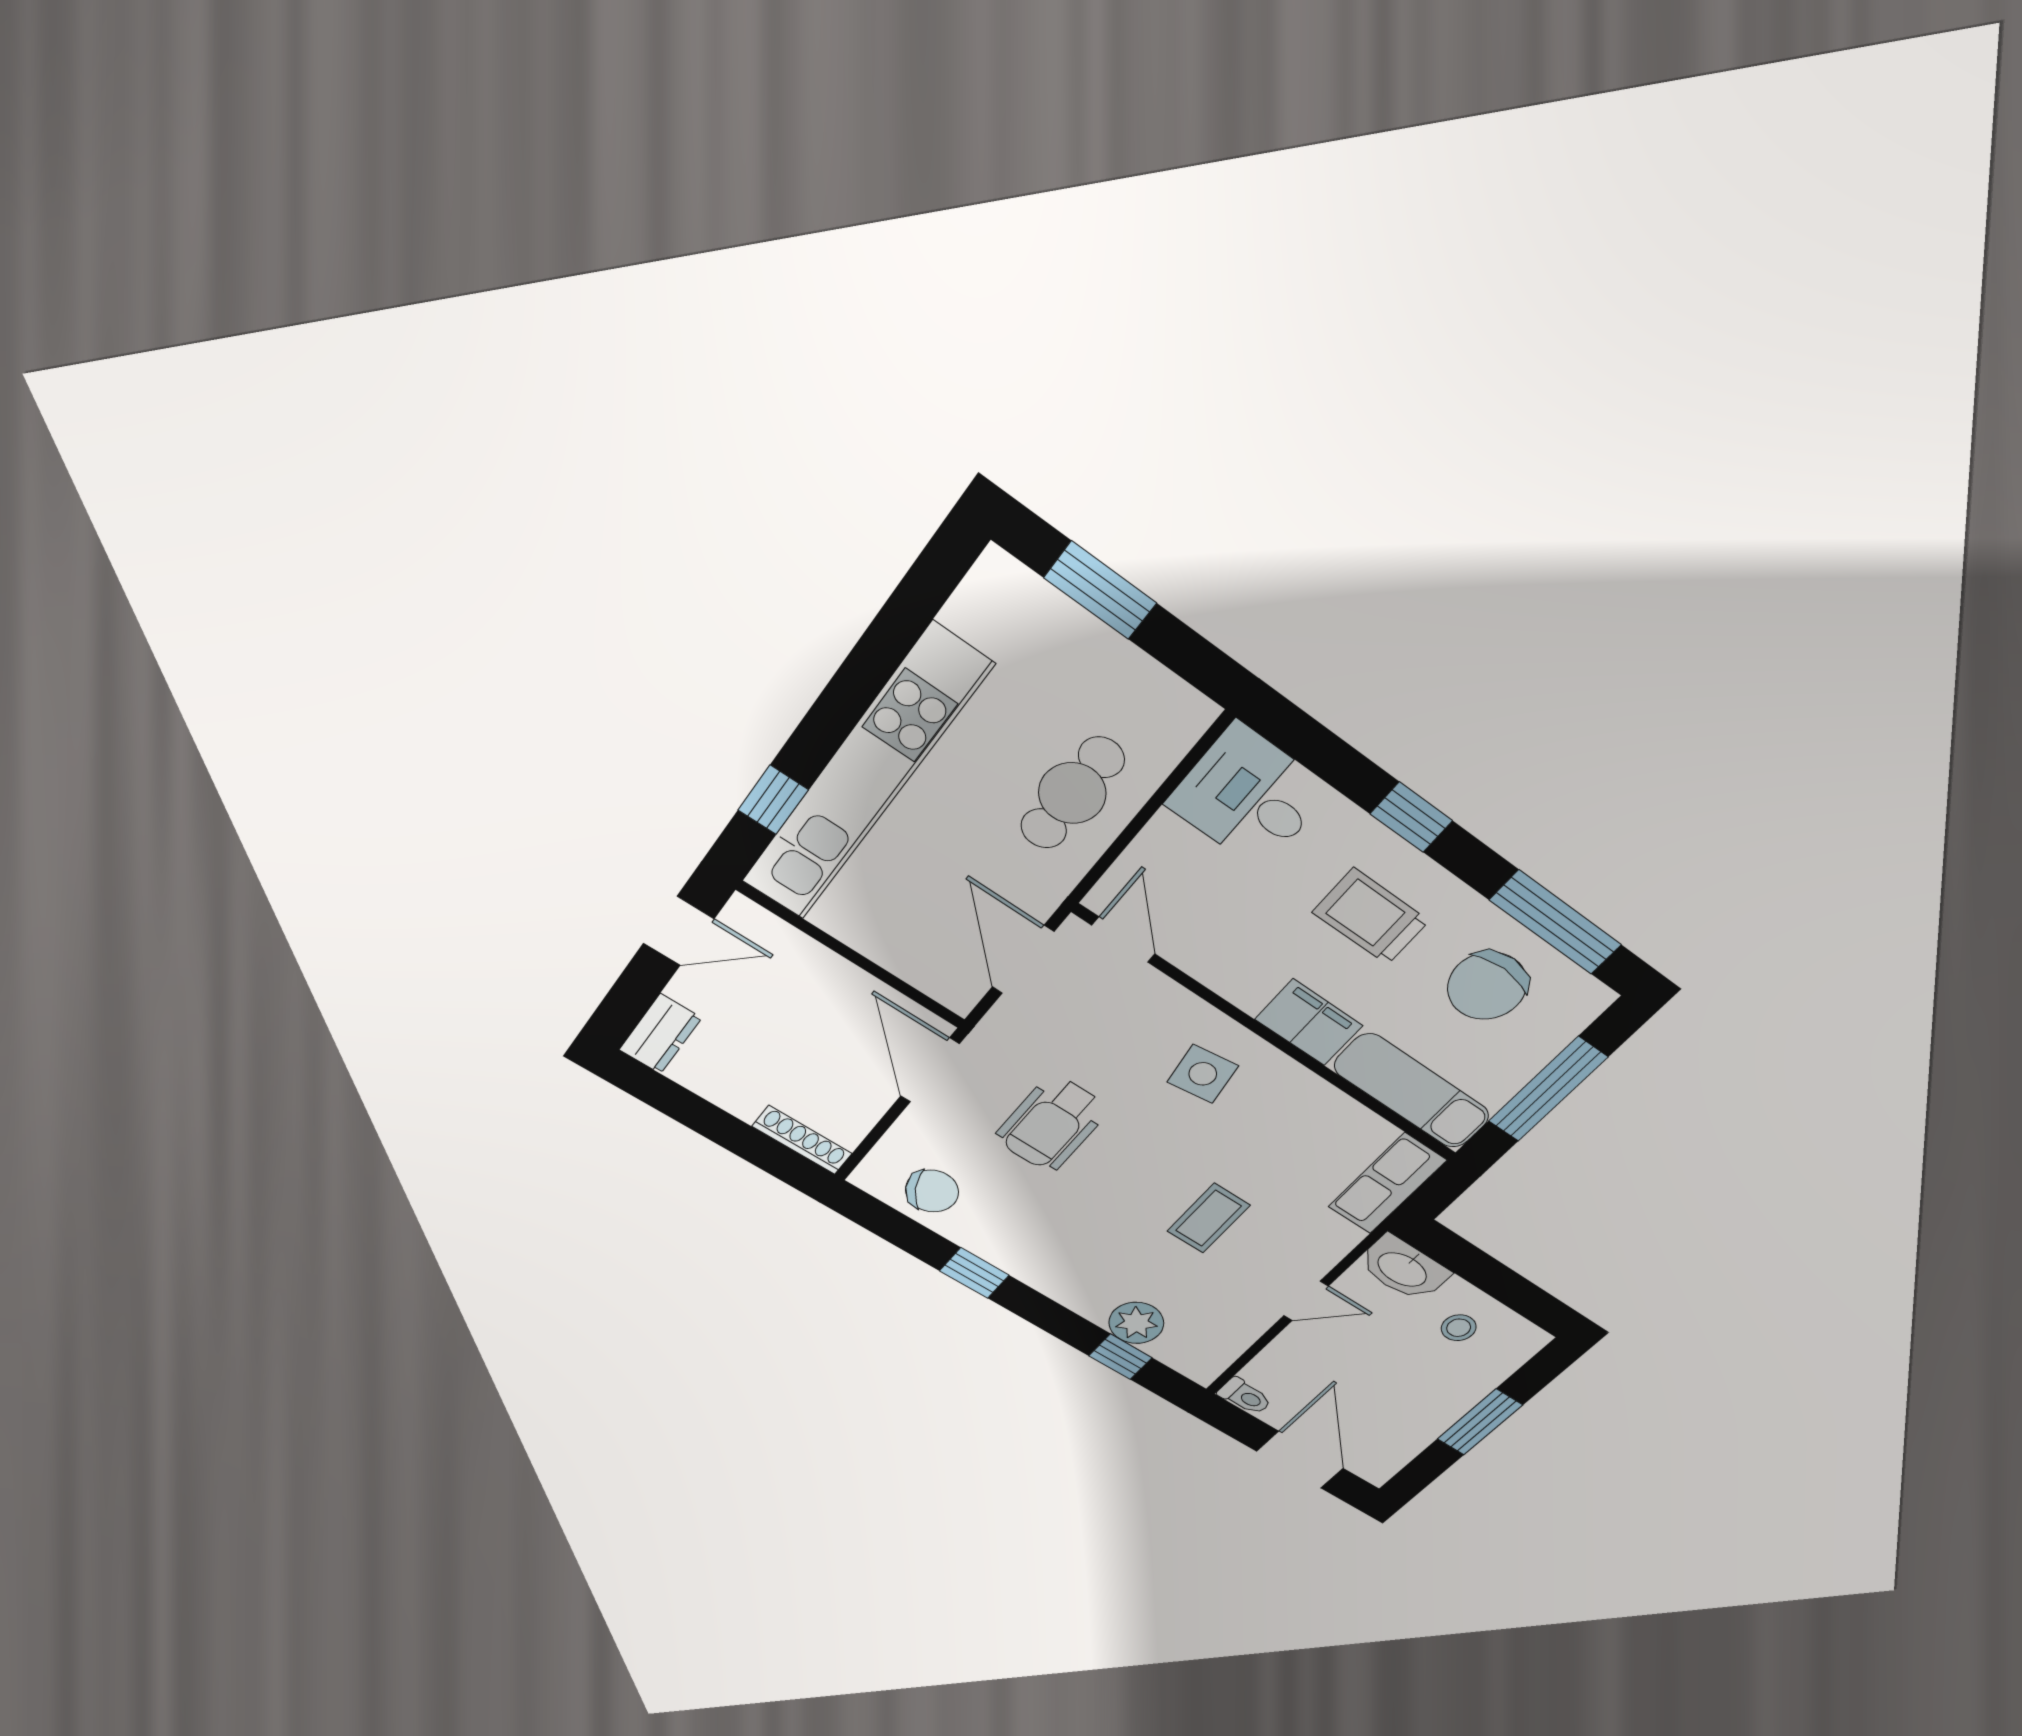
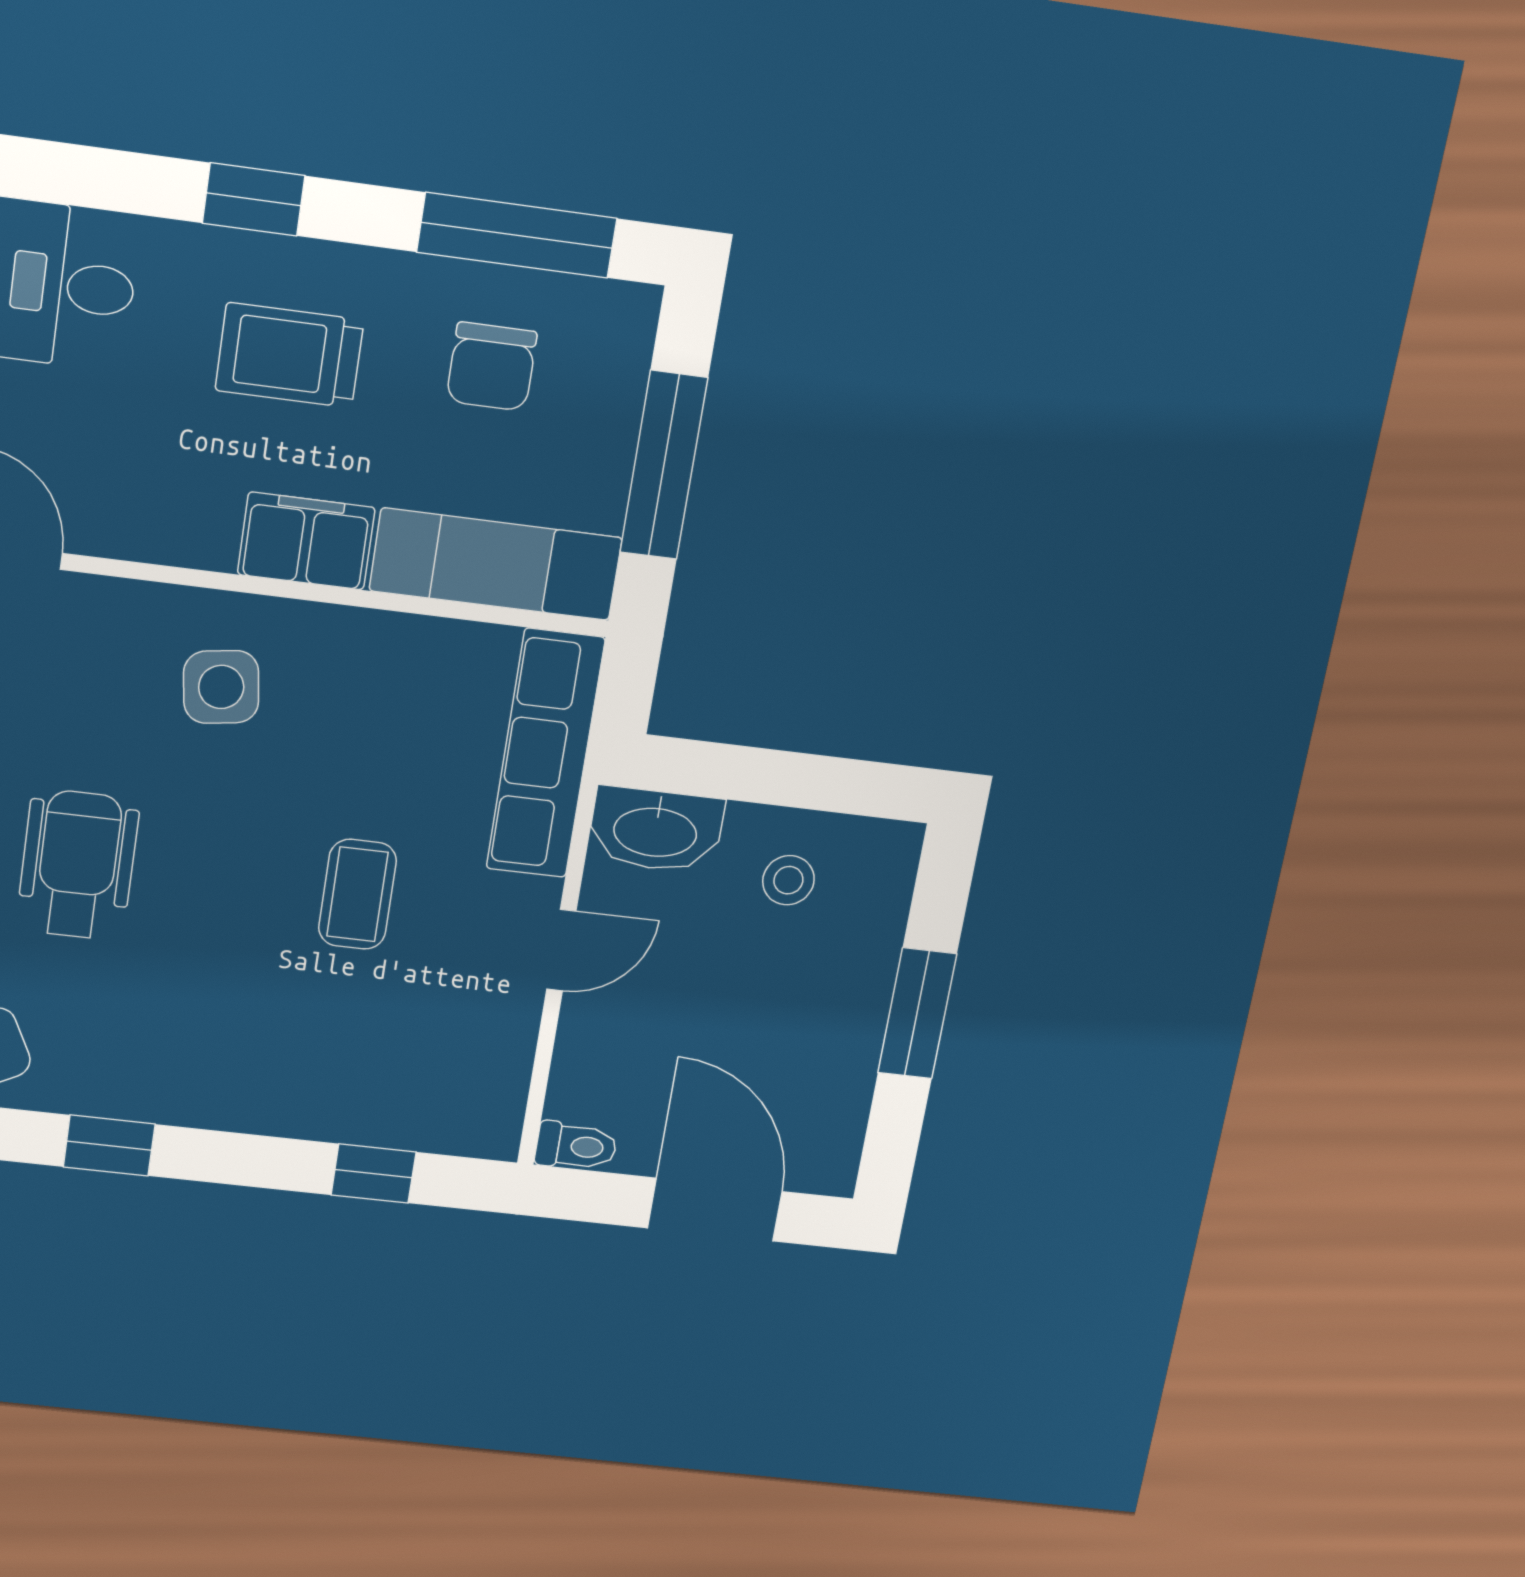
chair: (1487, 986) -> (492, 367), width x0.73, depth x0.73
wheelchair: (1052, 1124) -> (78, 865), turned 180
row of seats: (1387, 1184) -> (545, 754), width x1.48
plant: (1136, 1323) -> (362, 1108), removed

